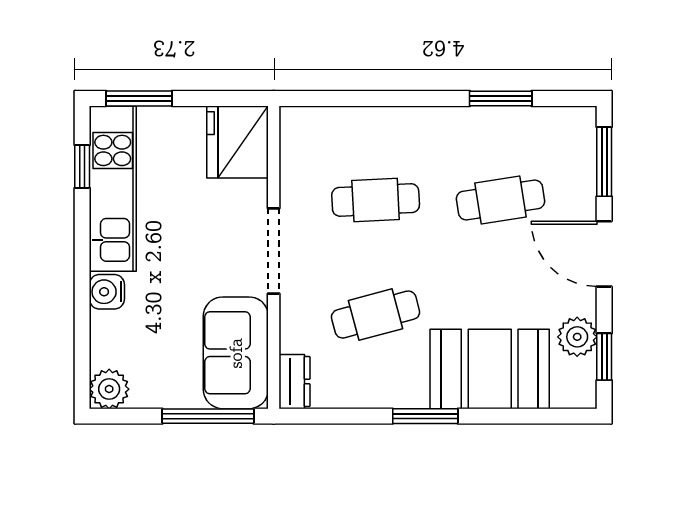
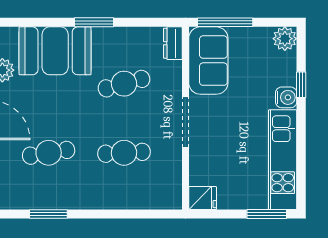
fridge: (238, 142) -> (203, 198), width x0.53, depth x0.75
window: (82, 167) -> (301, 85), moved

